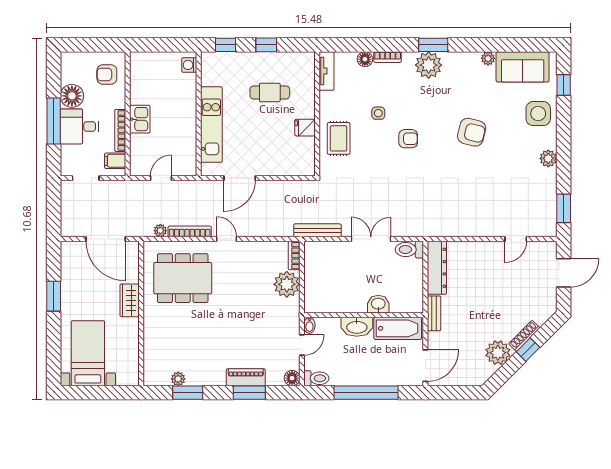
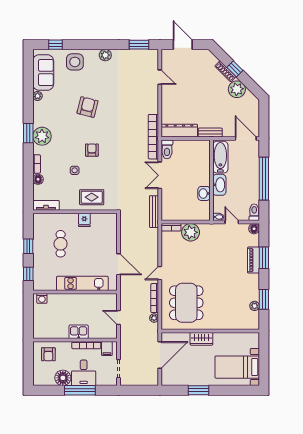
bookcase: (428, 229) -> (153, 137), added
washbasin: (378, 304) -> (204, 193), moved

